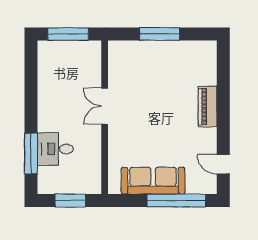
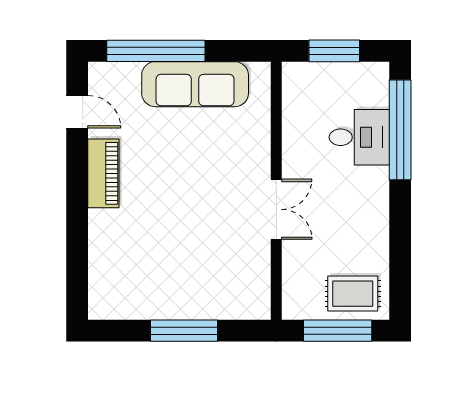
rug: (59, 56) -> (353, 294), added
piano: (208, 106) -> (103, 173), moved
window: (31, 153) -> (400, 130), width x1.46

